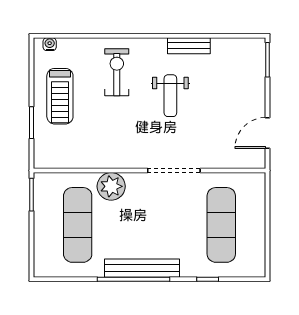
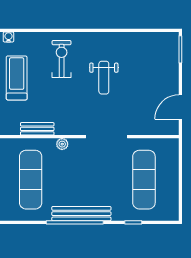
bench: (189, 46) -> (37, 129), moved
treadmill: (60, 96) -> (17, 78), turned 180
plant: (111, 186) -> (62, 144), width x0.53, depth x0.53

